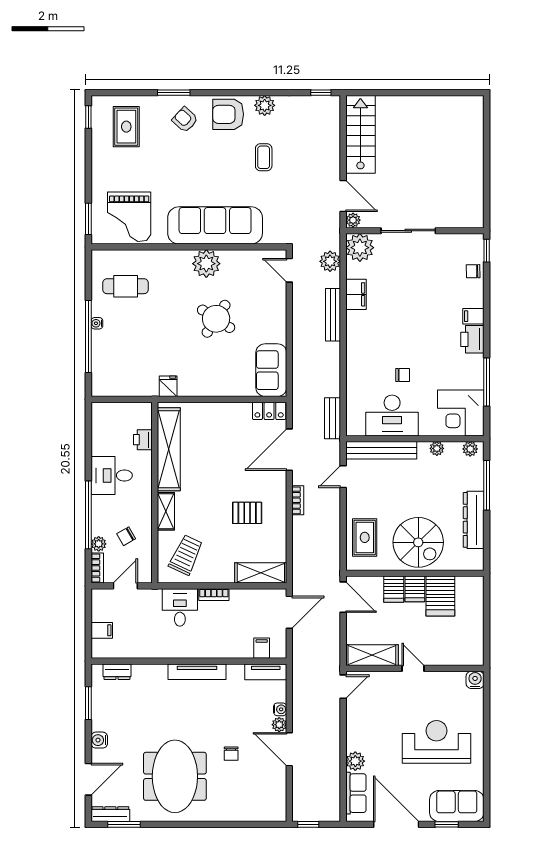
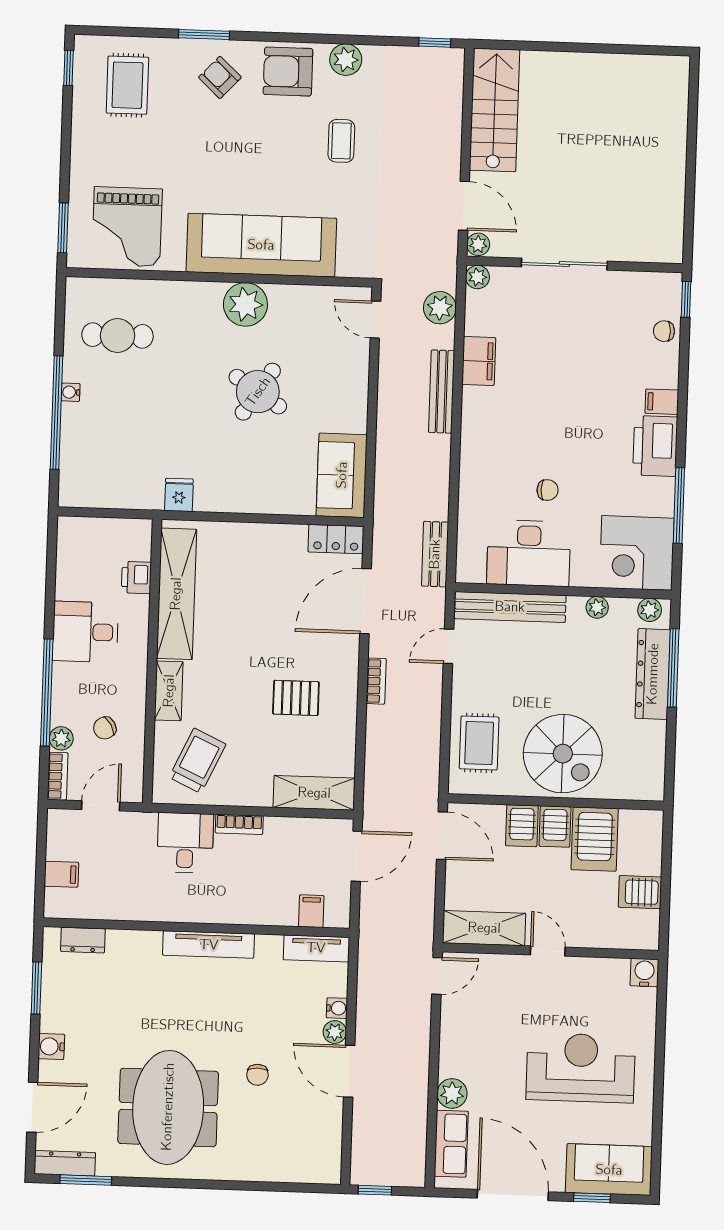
plant: (360, 248) -> (477, 277), width x0.53, depth x0.53
printer: (472, 339) -> (655, 446), width x1.37, depth x1.19
dresser: (474, 520) -> (653, 674), moved
server rack: (470, 629) -> (640, 892), added

